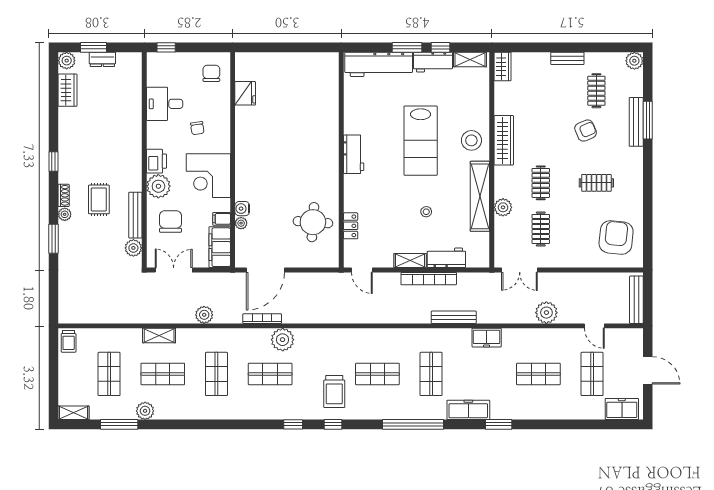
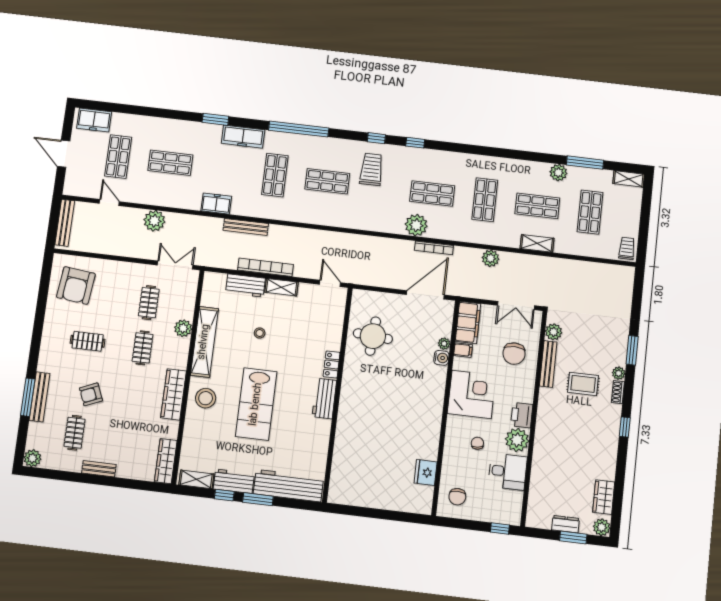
wardrobe: (502, 66) -> (166, 461), width x1.50
lab bench: (421, 141) -> (256, 404), turned 180
plant: (158, 186) -> (517, 440), moved
rug: (99, 199) -> (583, 384), turned 90
locker: (351, 226) -> (332, 365), moved

